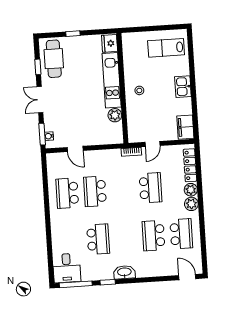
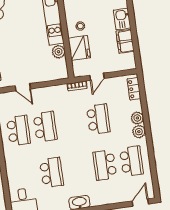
fridge: (137, 113) -> (79, 48), added
filing cabinet: (185, 127) -> (125, 41), moved
locker: (190, 165) -> (134, 89), width x0.66
school desk: (95, 191) -> (45, 127), turned 180
school desk: (67, 193) -> (18, 130), turned 180
door: (187, 277) -> (140, 202), hinge flipped

